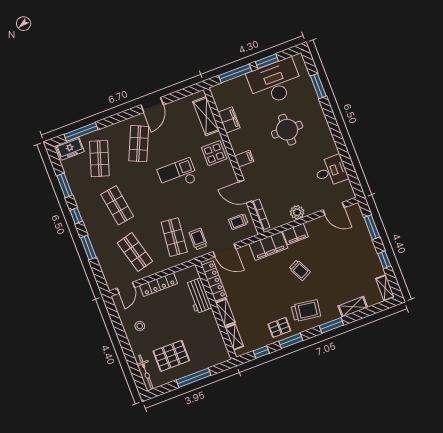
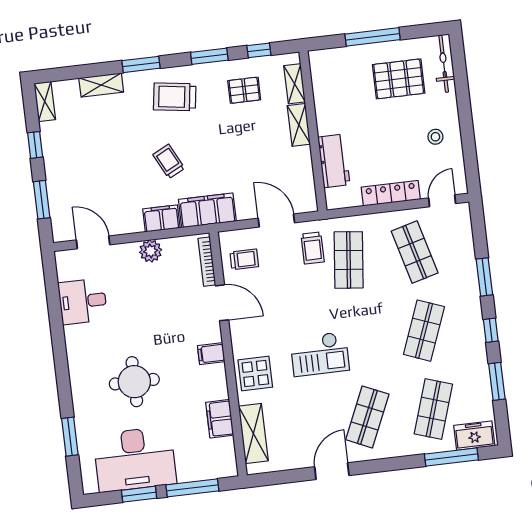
shop shelf: (117, 205) -> (424, 331), turned 30
locker: (214, 281) -> (304, 177), removed
pallet: (279, 327) -> (244, 90), moved

